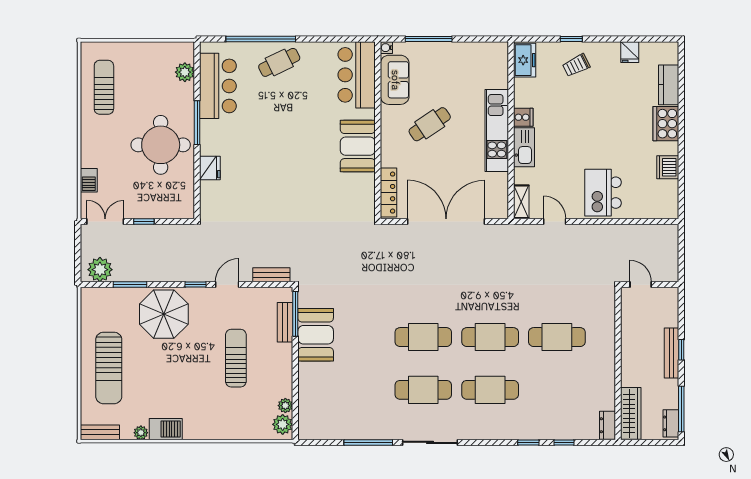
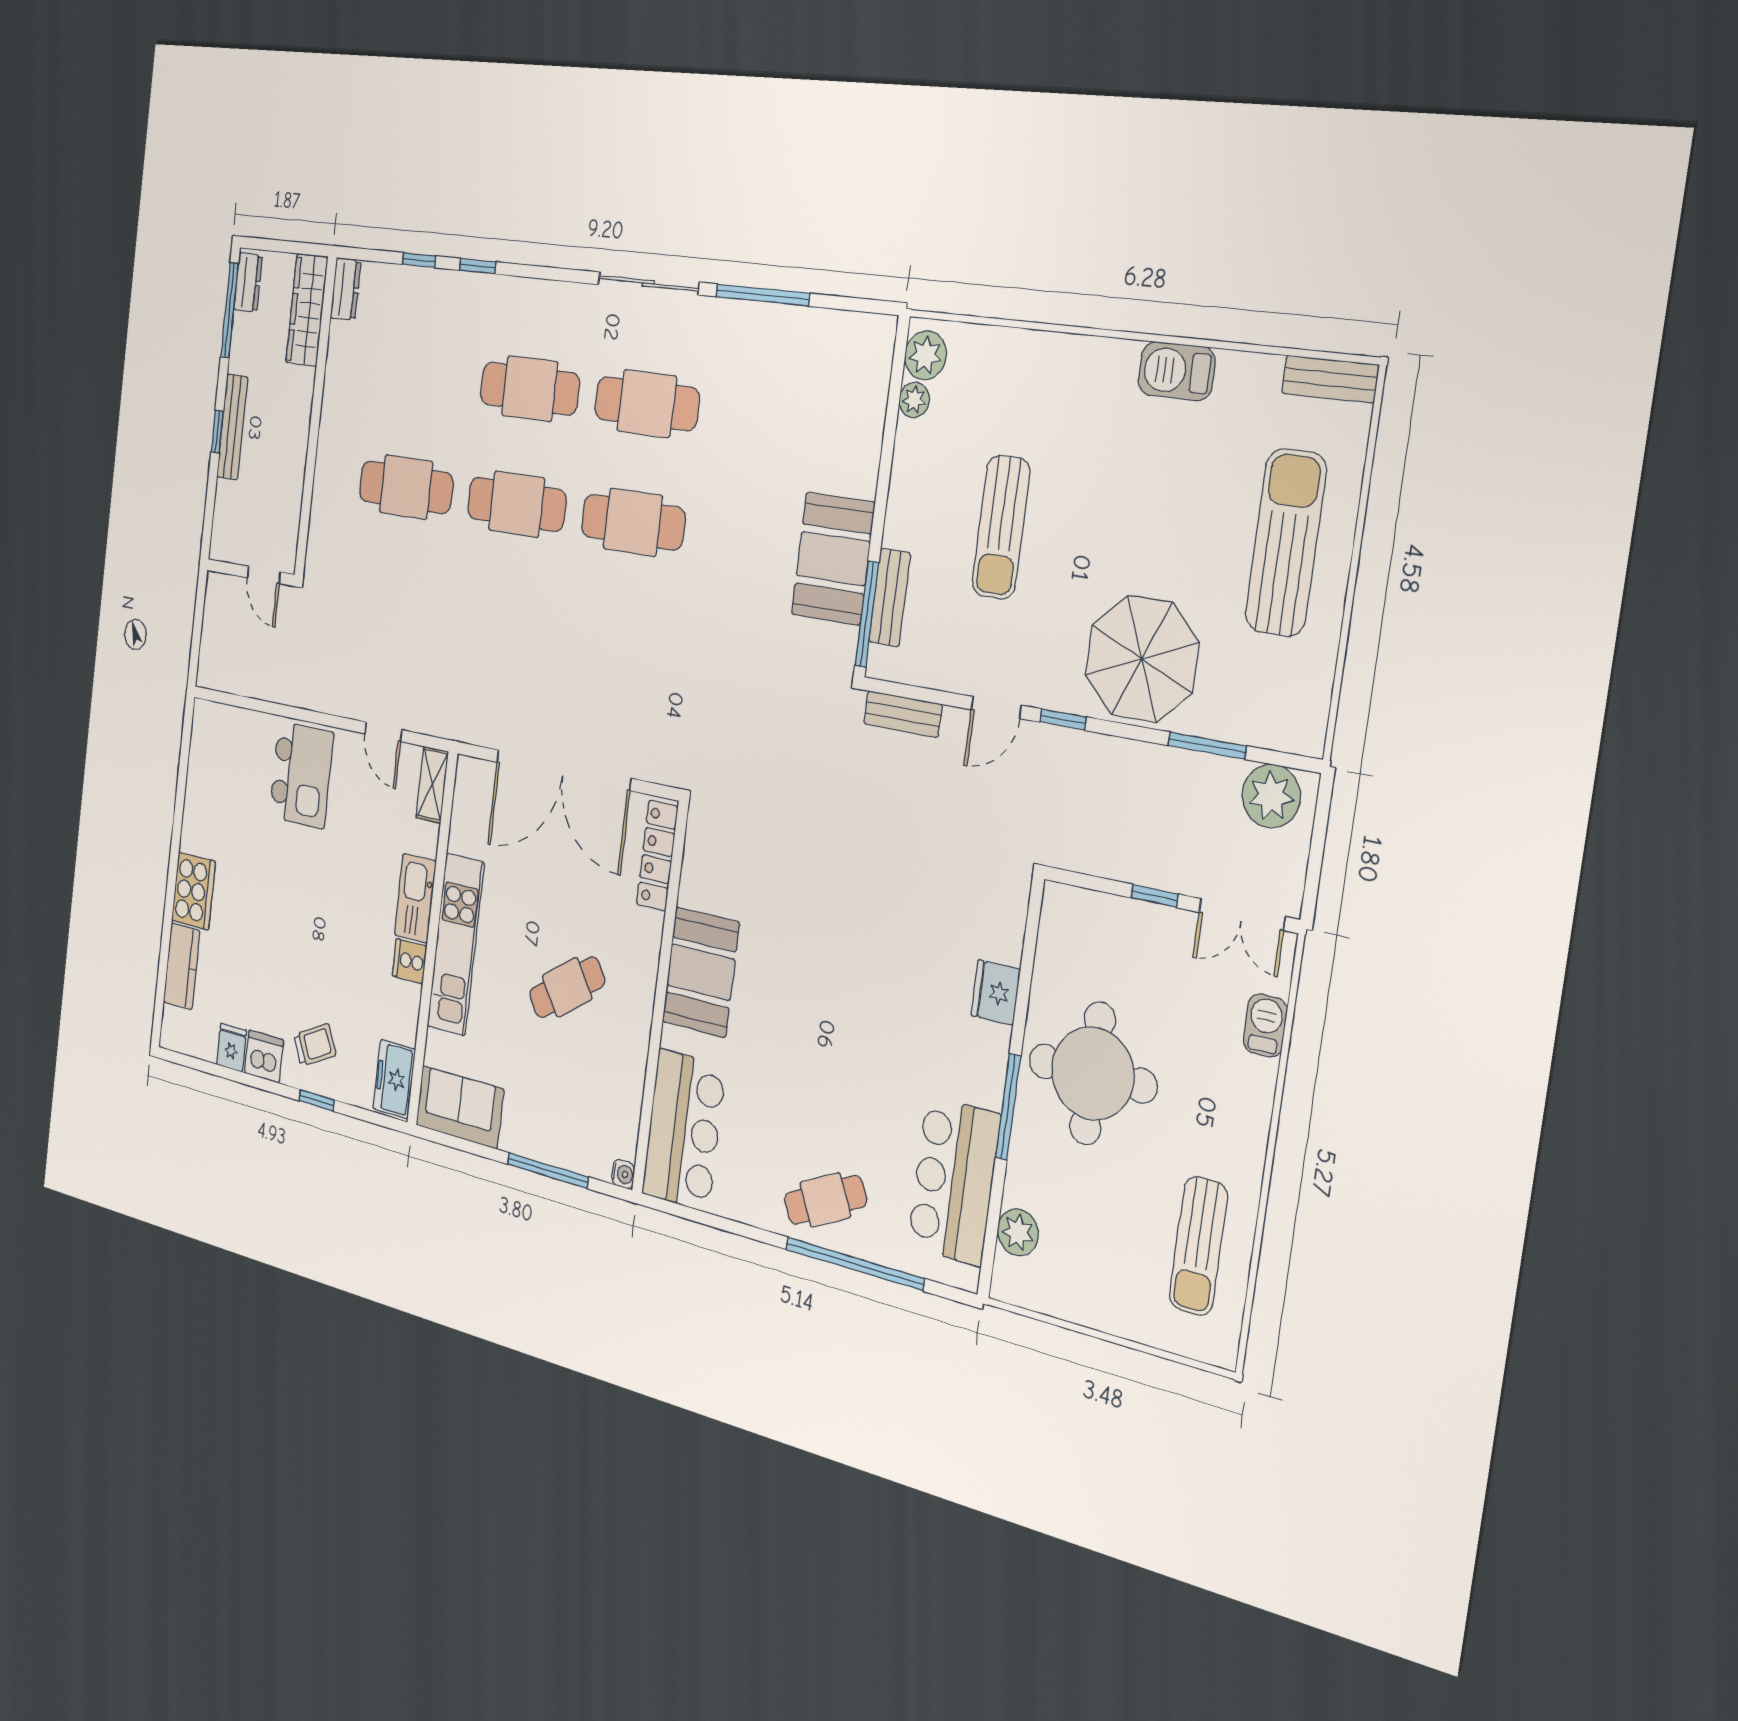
sofa: (395, 80) -> (460, 1107), moved, turned 90
dishwasher: (668, 167) -> (264, 1057), moved, turned -90
plant: (141, 433) -> (1234, 368), removed

